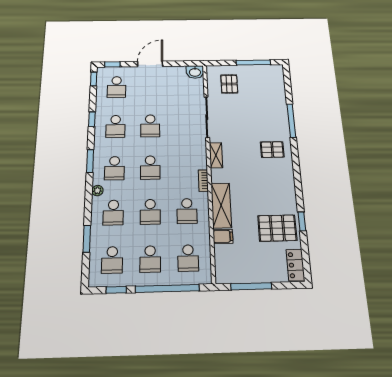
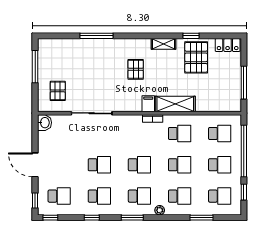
pallet: (229, 84) -> (58, 91), turned 90
pallet: (272, 150) -> (136, 69), moved
shelving: (216, 155) -> (164, 44), moved
filing cabinet: (223, 236) -> (148, 104), moved

